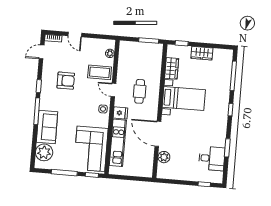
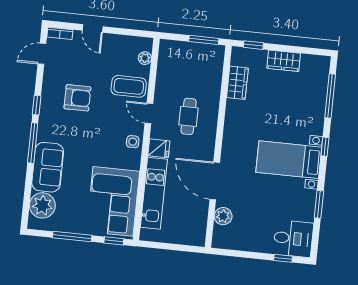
bed with nightstands: (184, 99) -> (289, 160), moved, turned 180
desk: (212, 158) -> (293, 239), moved

